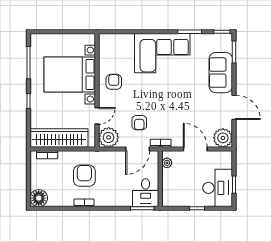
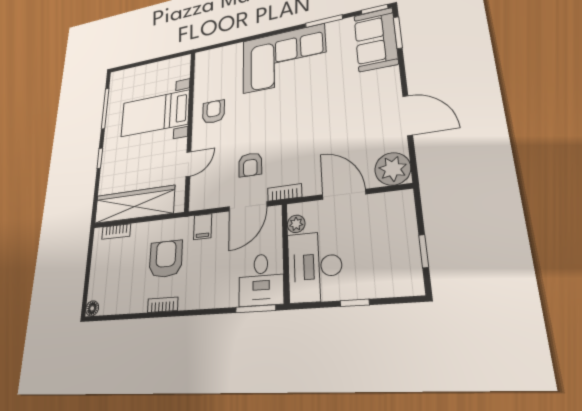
sofa: (221, 73) -> (376, 40), moved
bed with nightstands: (70, 75) -> (155, 113), width x0.73
plant: (109, 137) -> (204, 194), removed
filing cabinet: (108, 158) -> (203, 227), added
desk: (218, 188) -> (315, 267), moved, turned 180
floor lamp: (39, 198) -> (92, 308), width x0.53, depth x0.53

